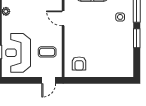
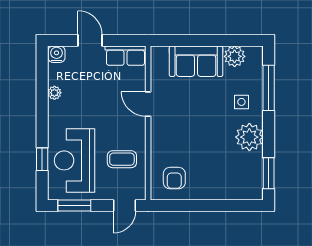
plant: (125, 38) -> (249, 137), added
window: (137, 38) -> (269, 173), moved
window: (18, 80) -> (74, 206), added

